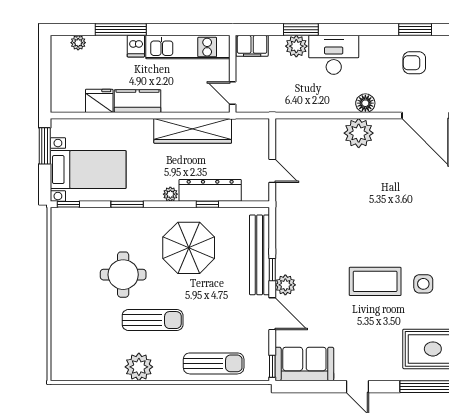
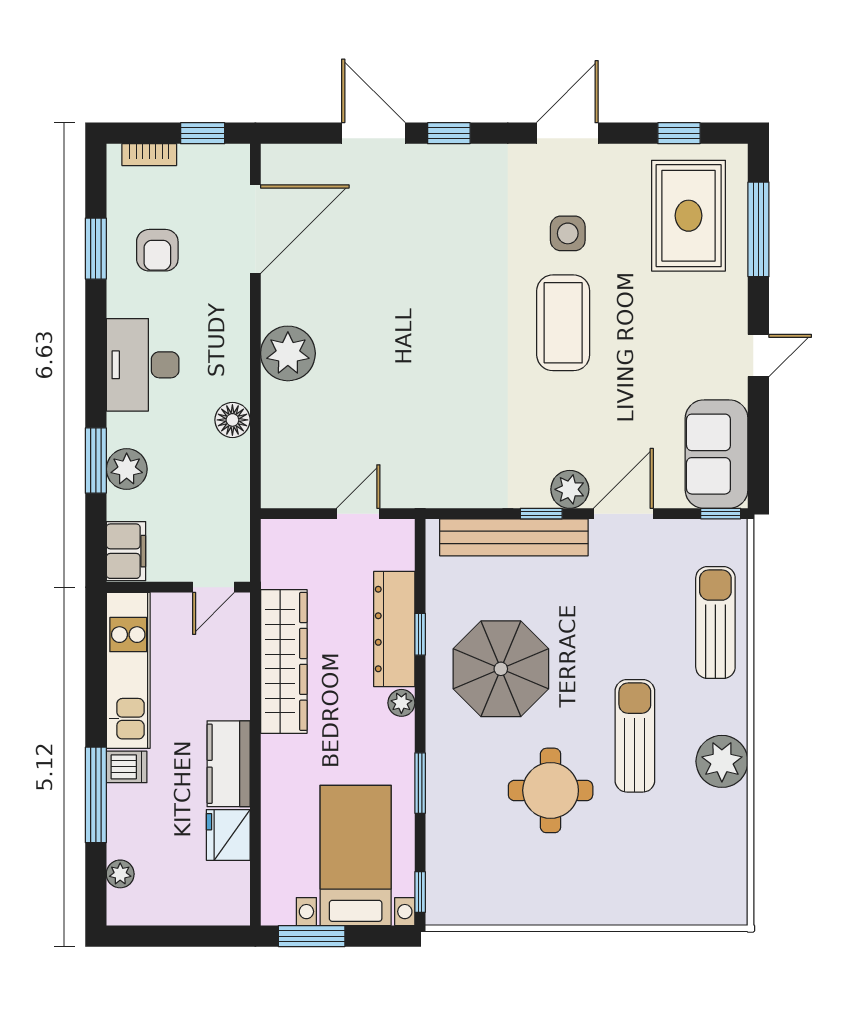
desk: (334, 55) -> (143, 365), moved
floor lamp: (365, 103) -> (232, 420), moved

